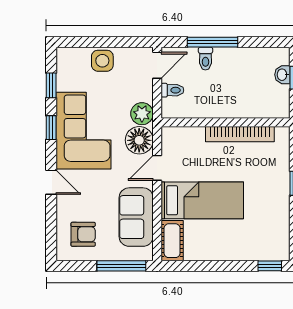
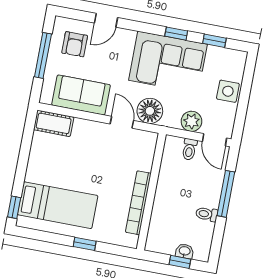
toilet: (205, 59) -> (207, 214), moved
plant: (142, 114) -> (191, 121), moved
door: (51, 182) -> (106, 20), moved
bed: (202, 200) -> (58, 205), moved, turned -90
window: (121, 266) -> (43, 55), moved

